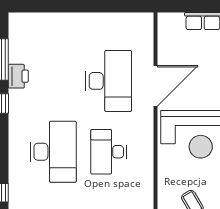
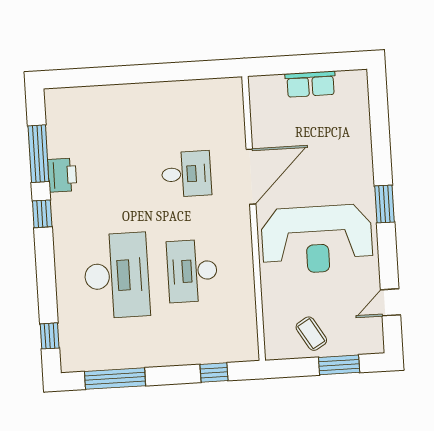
desk: (109, 81) -> (186, 174), width x0.53, depth x0.77

